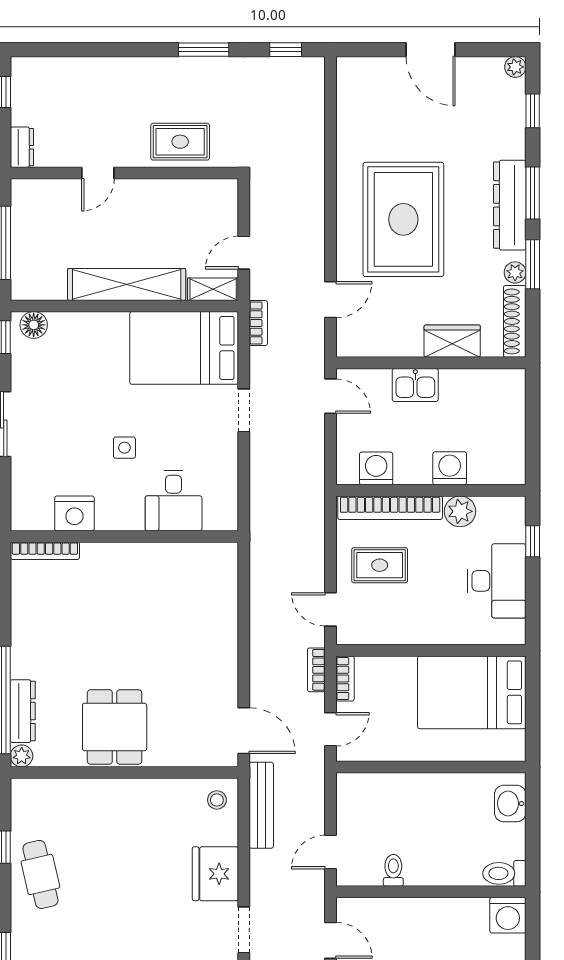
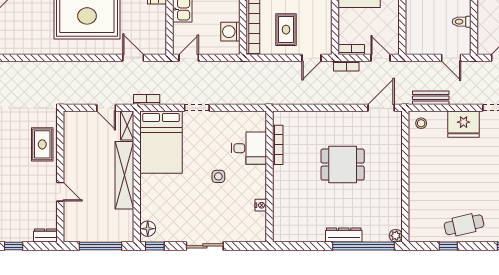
nightstand: (74, 513) -> (261, 205), width x0.53, depth x0.56
bookcase: (45, 551) -> (278, 145), moved
dresser: (23, 711) -> (344, 235), moved
dining table: (115, 727) -> (343, 165), moved
bench: (261, 805) -> (431, 98), width x0.73

